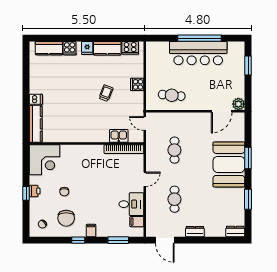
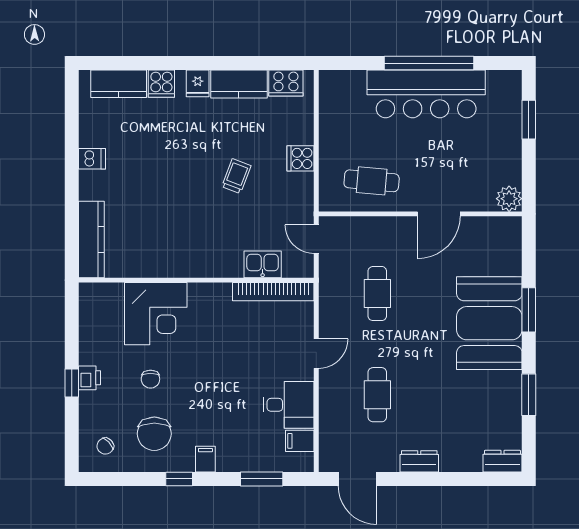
dishwasher: (36, 99) -> (92, 159), moved
door: (222, 111) -> (439, 214), moved
corner desk: (45, 160) -> (156, 314), moved

